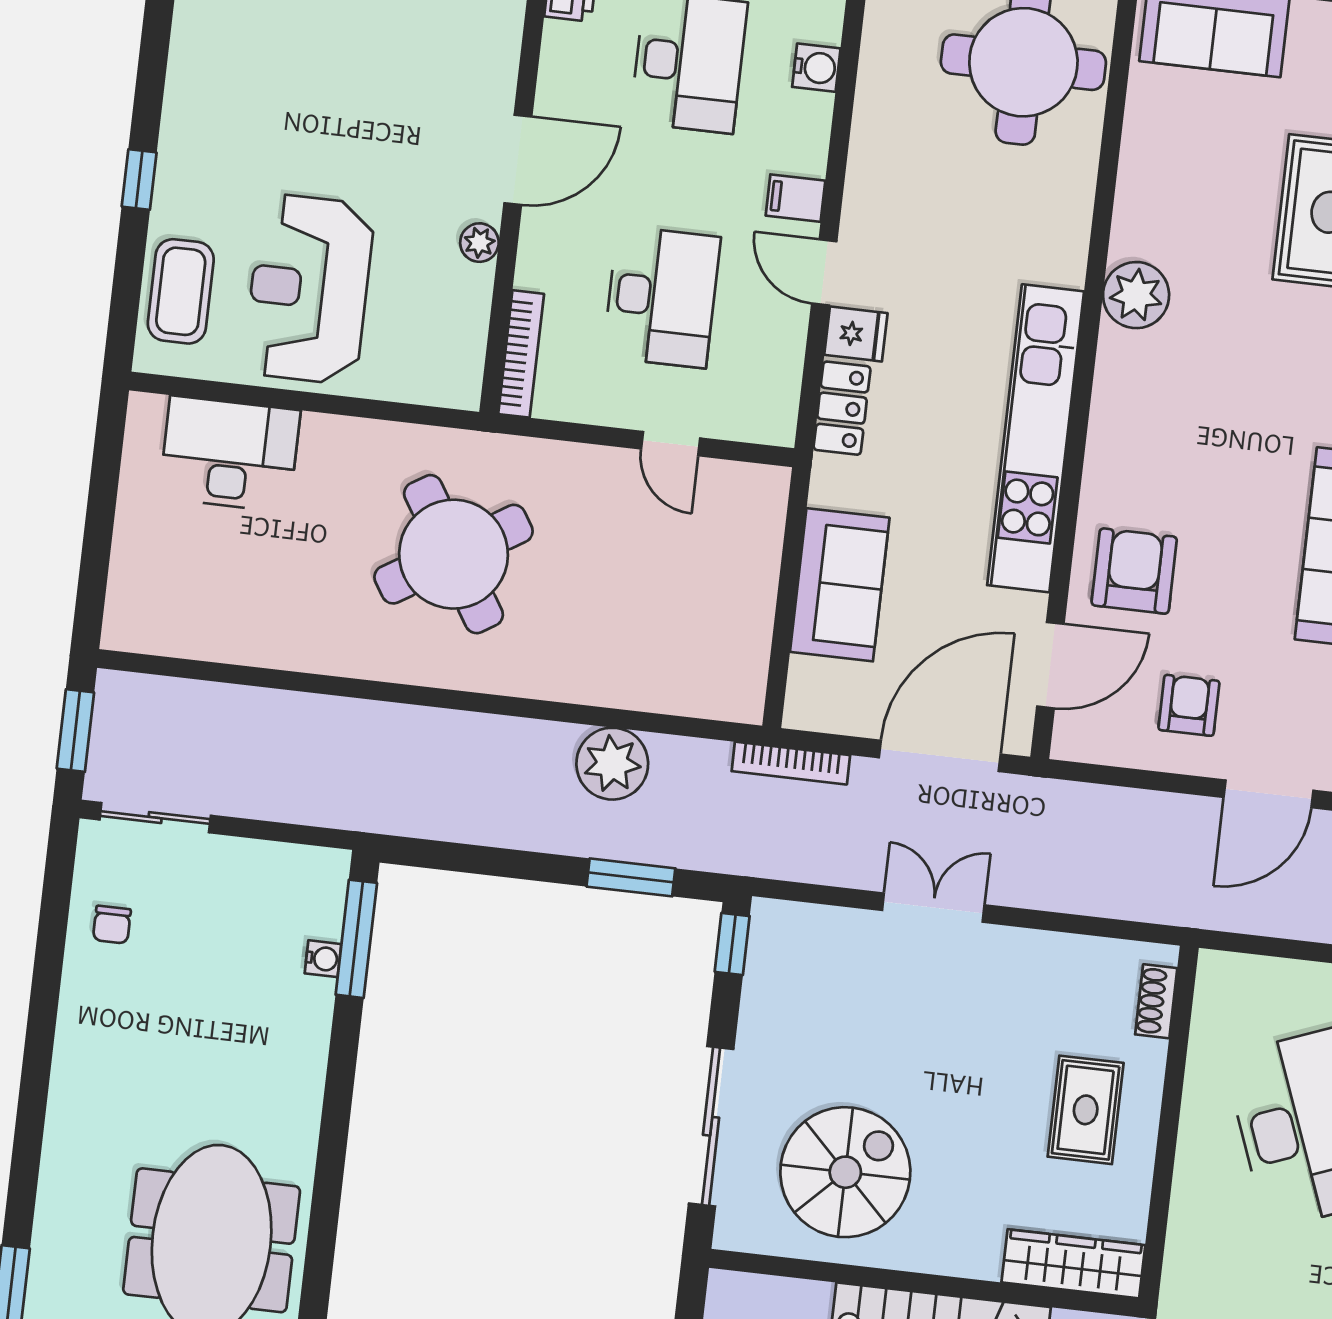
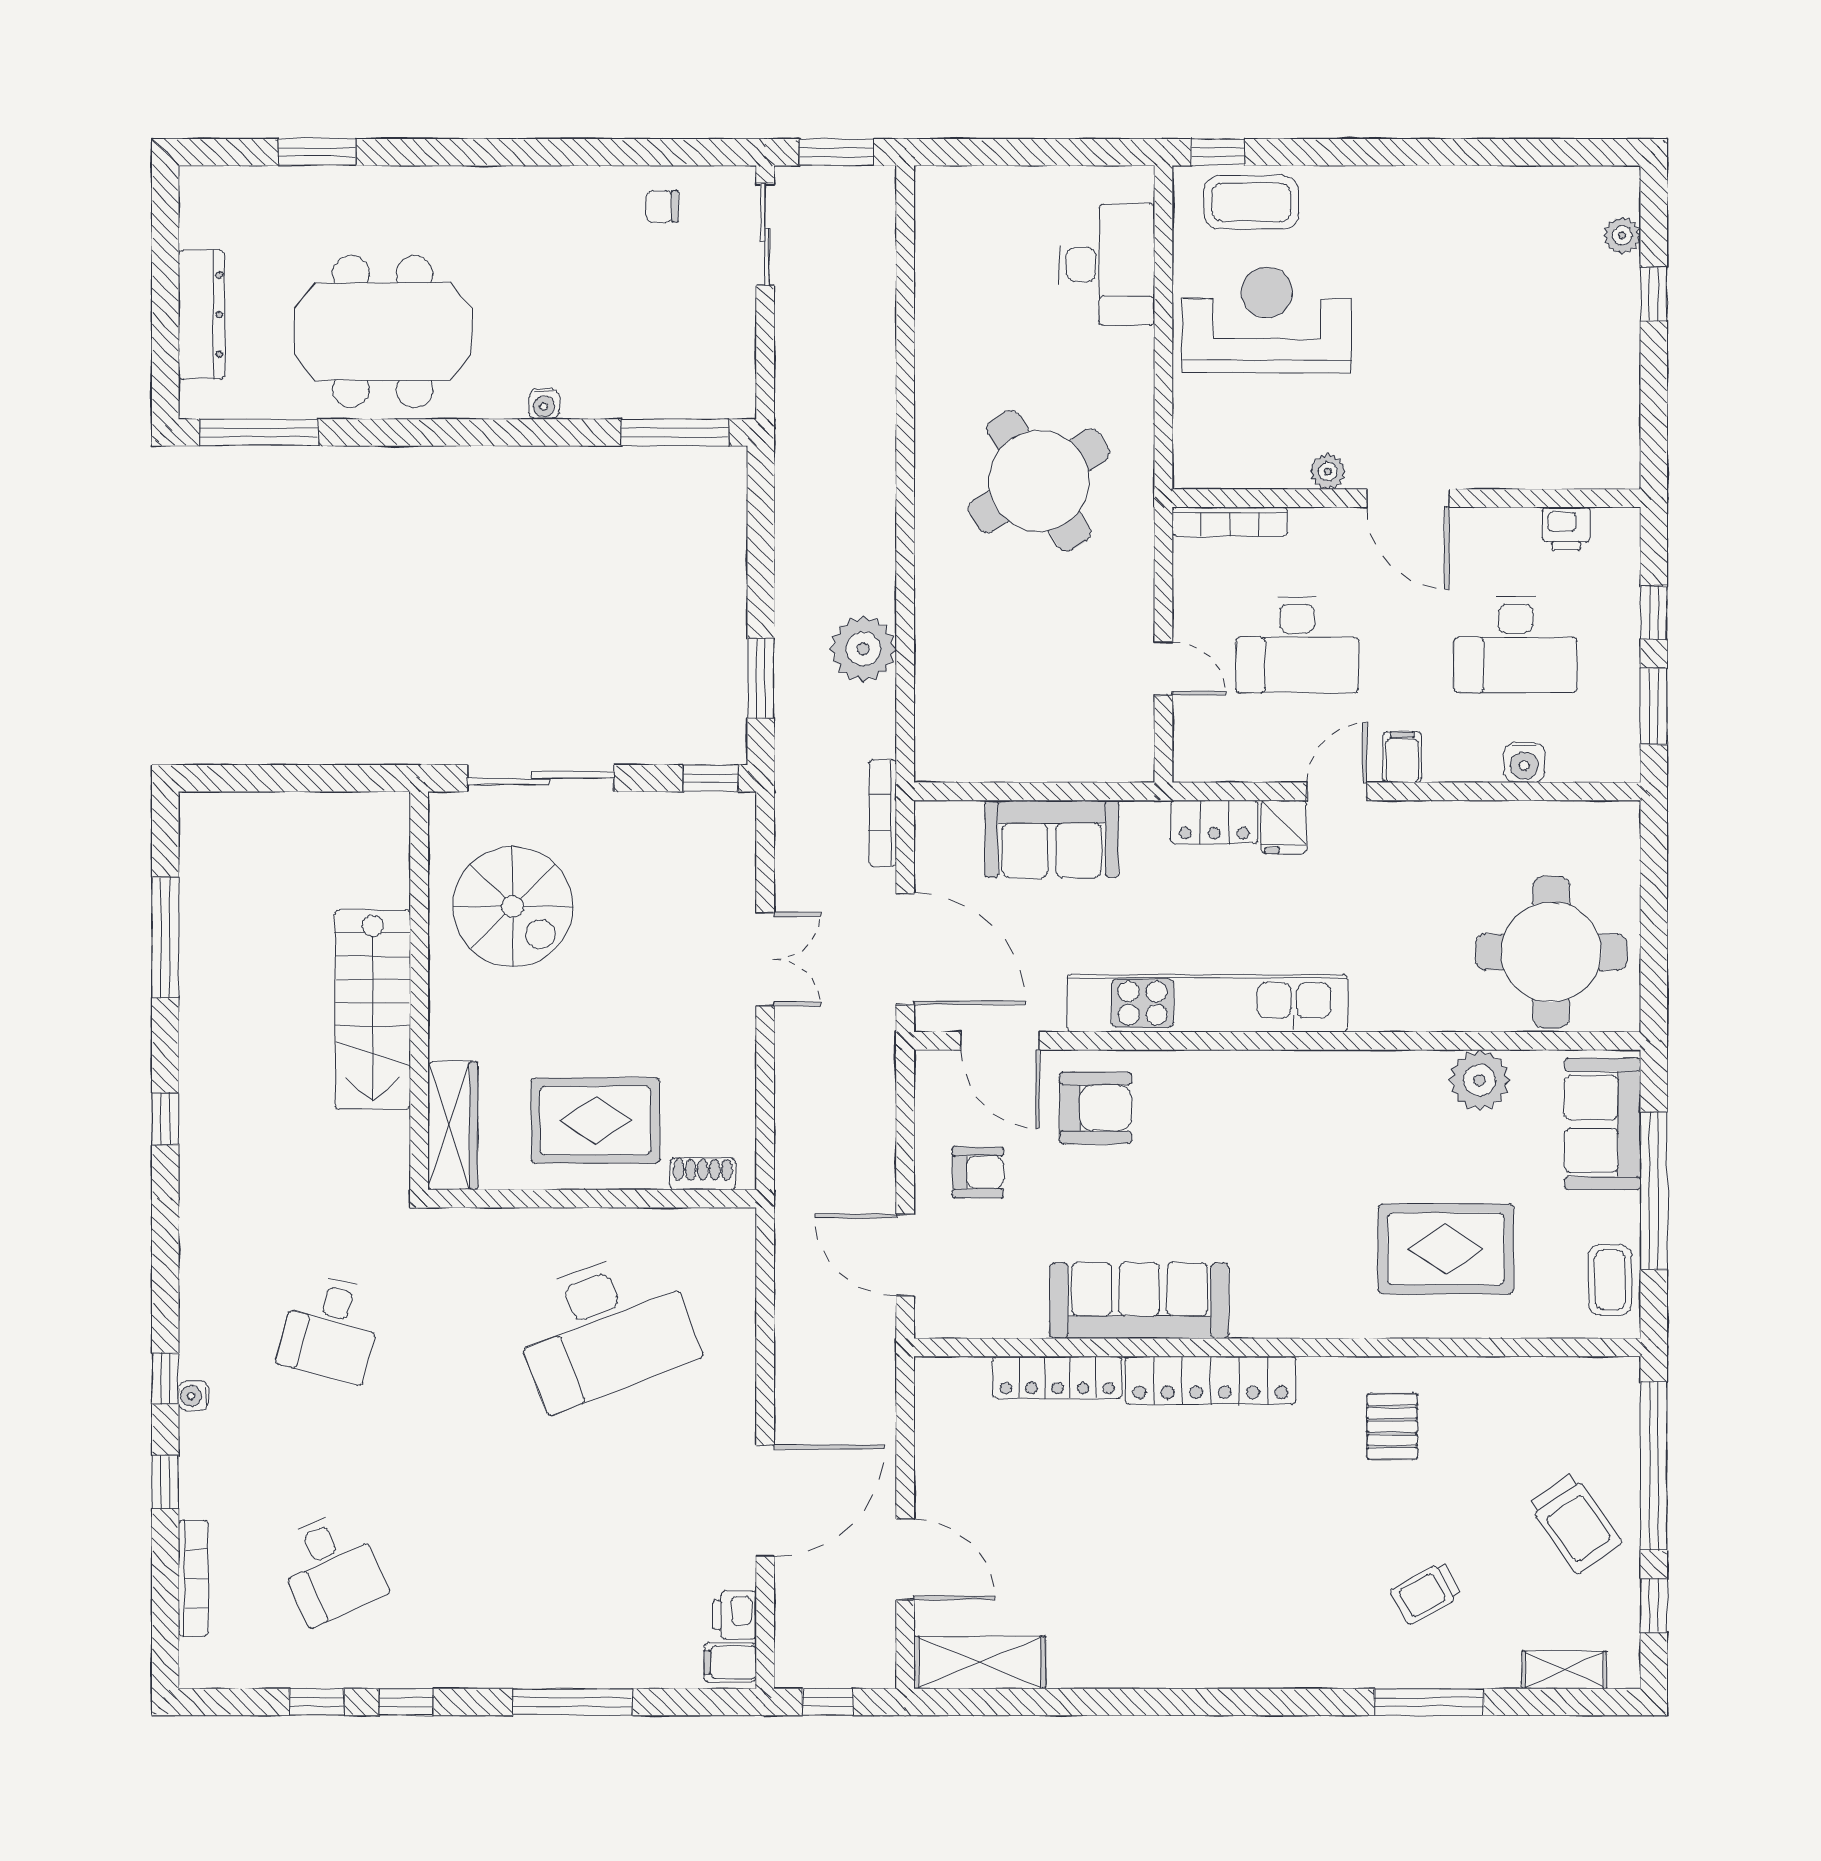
window: (139, 180) -> (1218, 152), moved
plant: (1136, 295) -> (1480, 1080), moved
door: (671, 444) -> (1163, 668), swing flipped
water cooler: (323, 959) -> (544, 404), moved
rug: (1086, 1110) -> (595, 1121), width x1.36, depth x1.43

